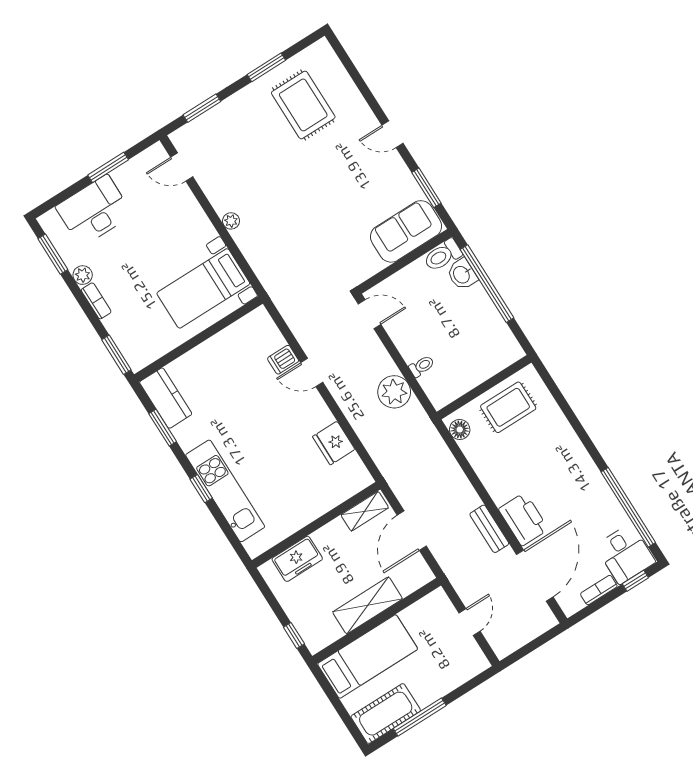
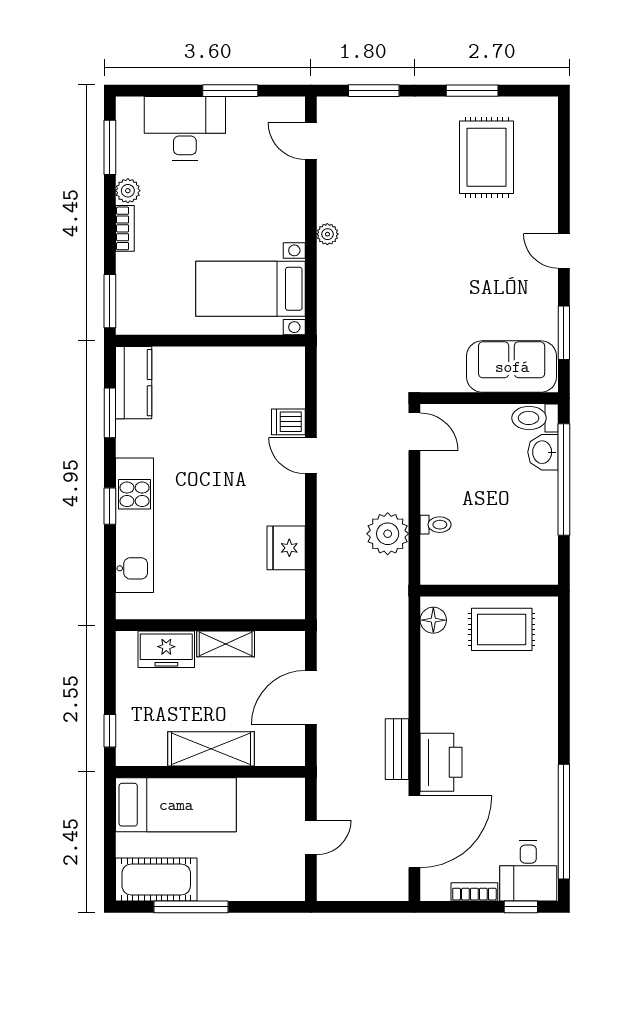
shelving: (365, 511) -> (226, 644), moved

